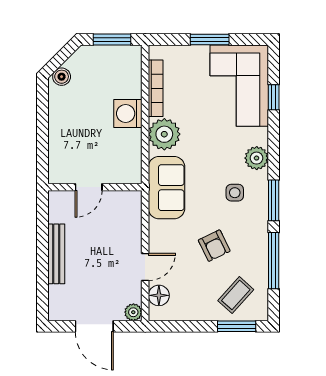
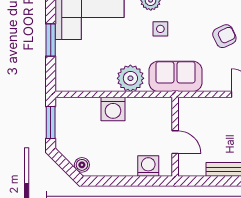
bookcase: (156, 88) -> (92, 86), removed
washing machine: (60, 155) -> (148, 166), added
side table: (235, 193) -> (160, 29), moved

